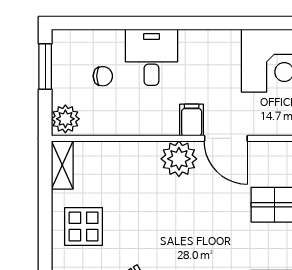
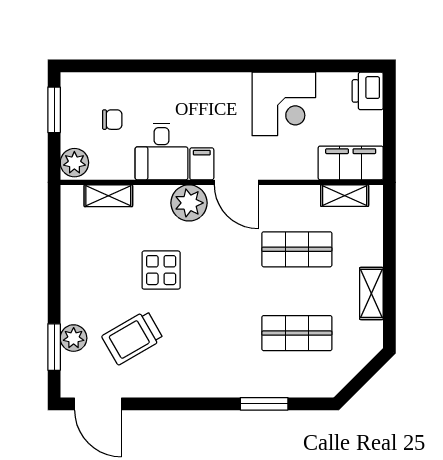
desk: (151, 57) -> (162, 151), moved, turned 180
shelving: (62, 165) -> (108, 196), moved, turned 90
display table: (84, 226) -> (161, 270), moved

